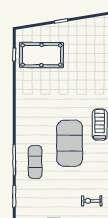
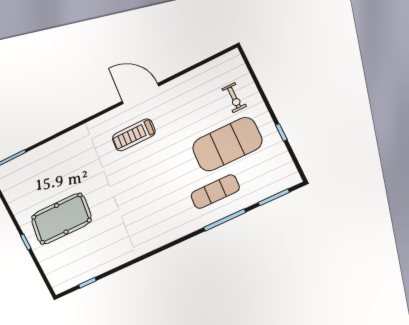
pool table: (41, 55) -> (61, 219), moved, turned 90
exercise mat: (70, 143) -> (227, 144), moved

